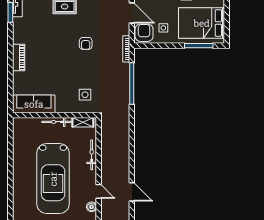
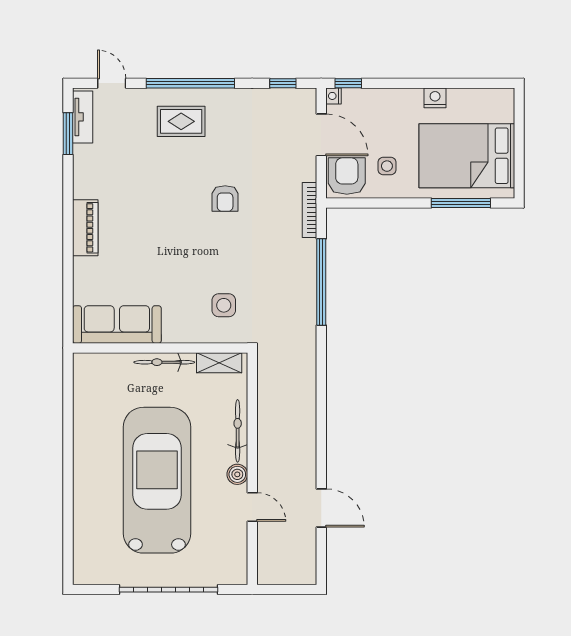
car: (53, 179) -> (157, 480), turned 180
boiler: (92, 207) -> (237, 474), moved

